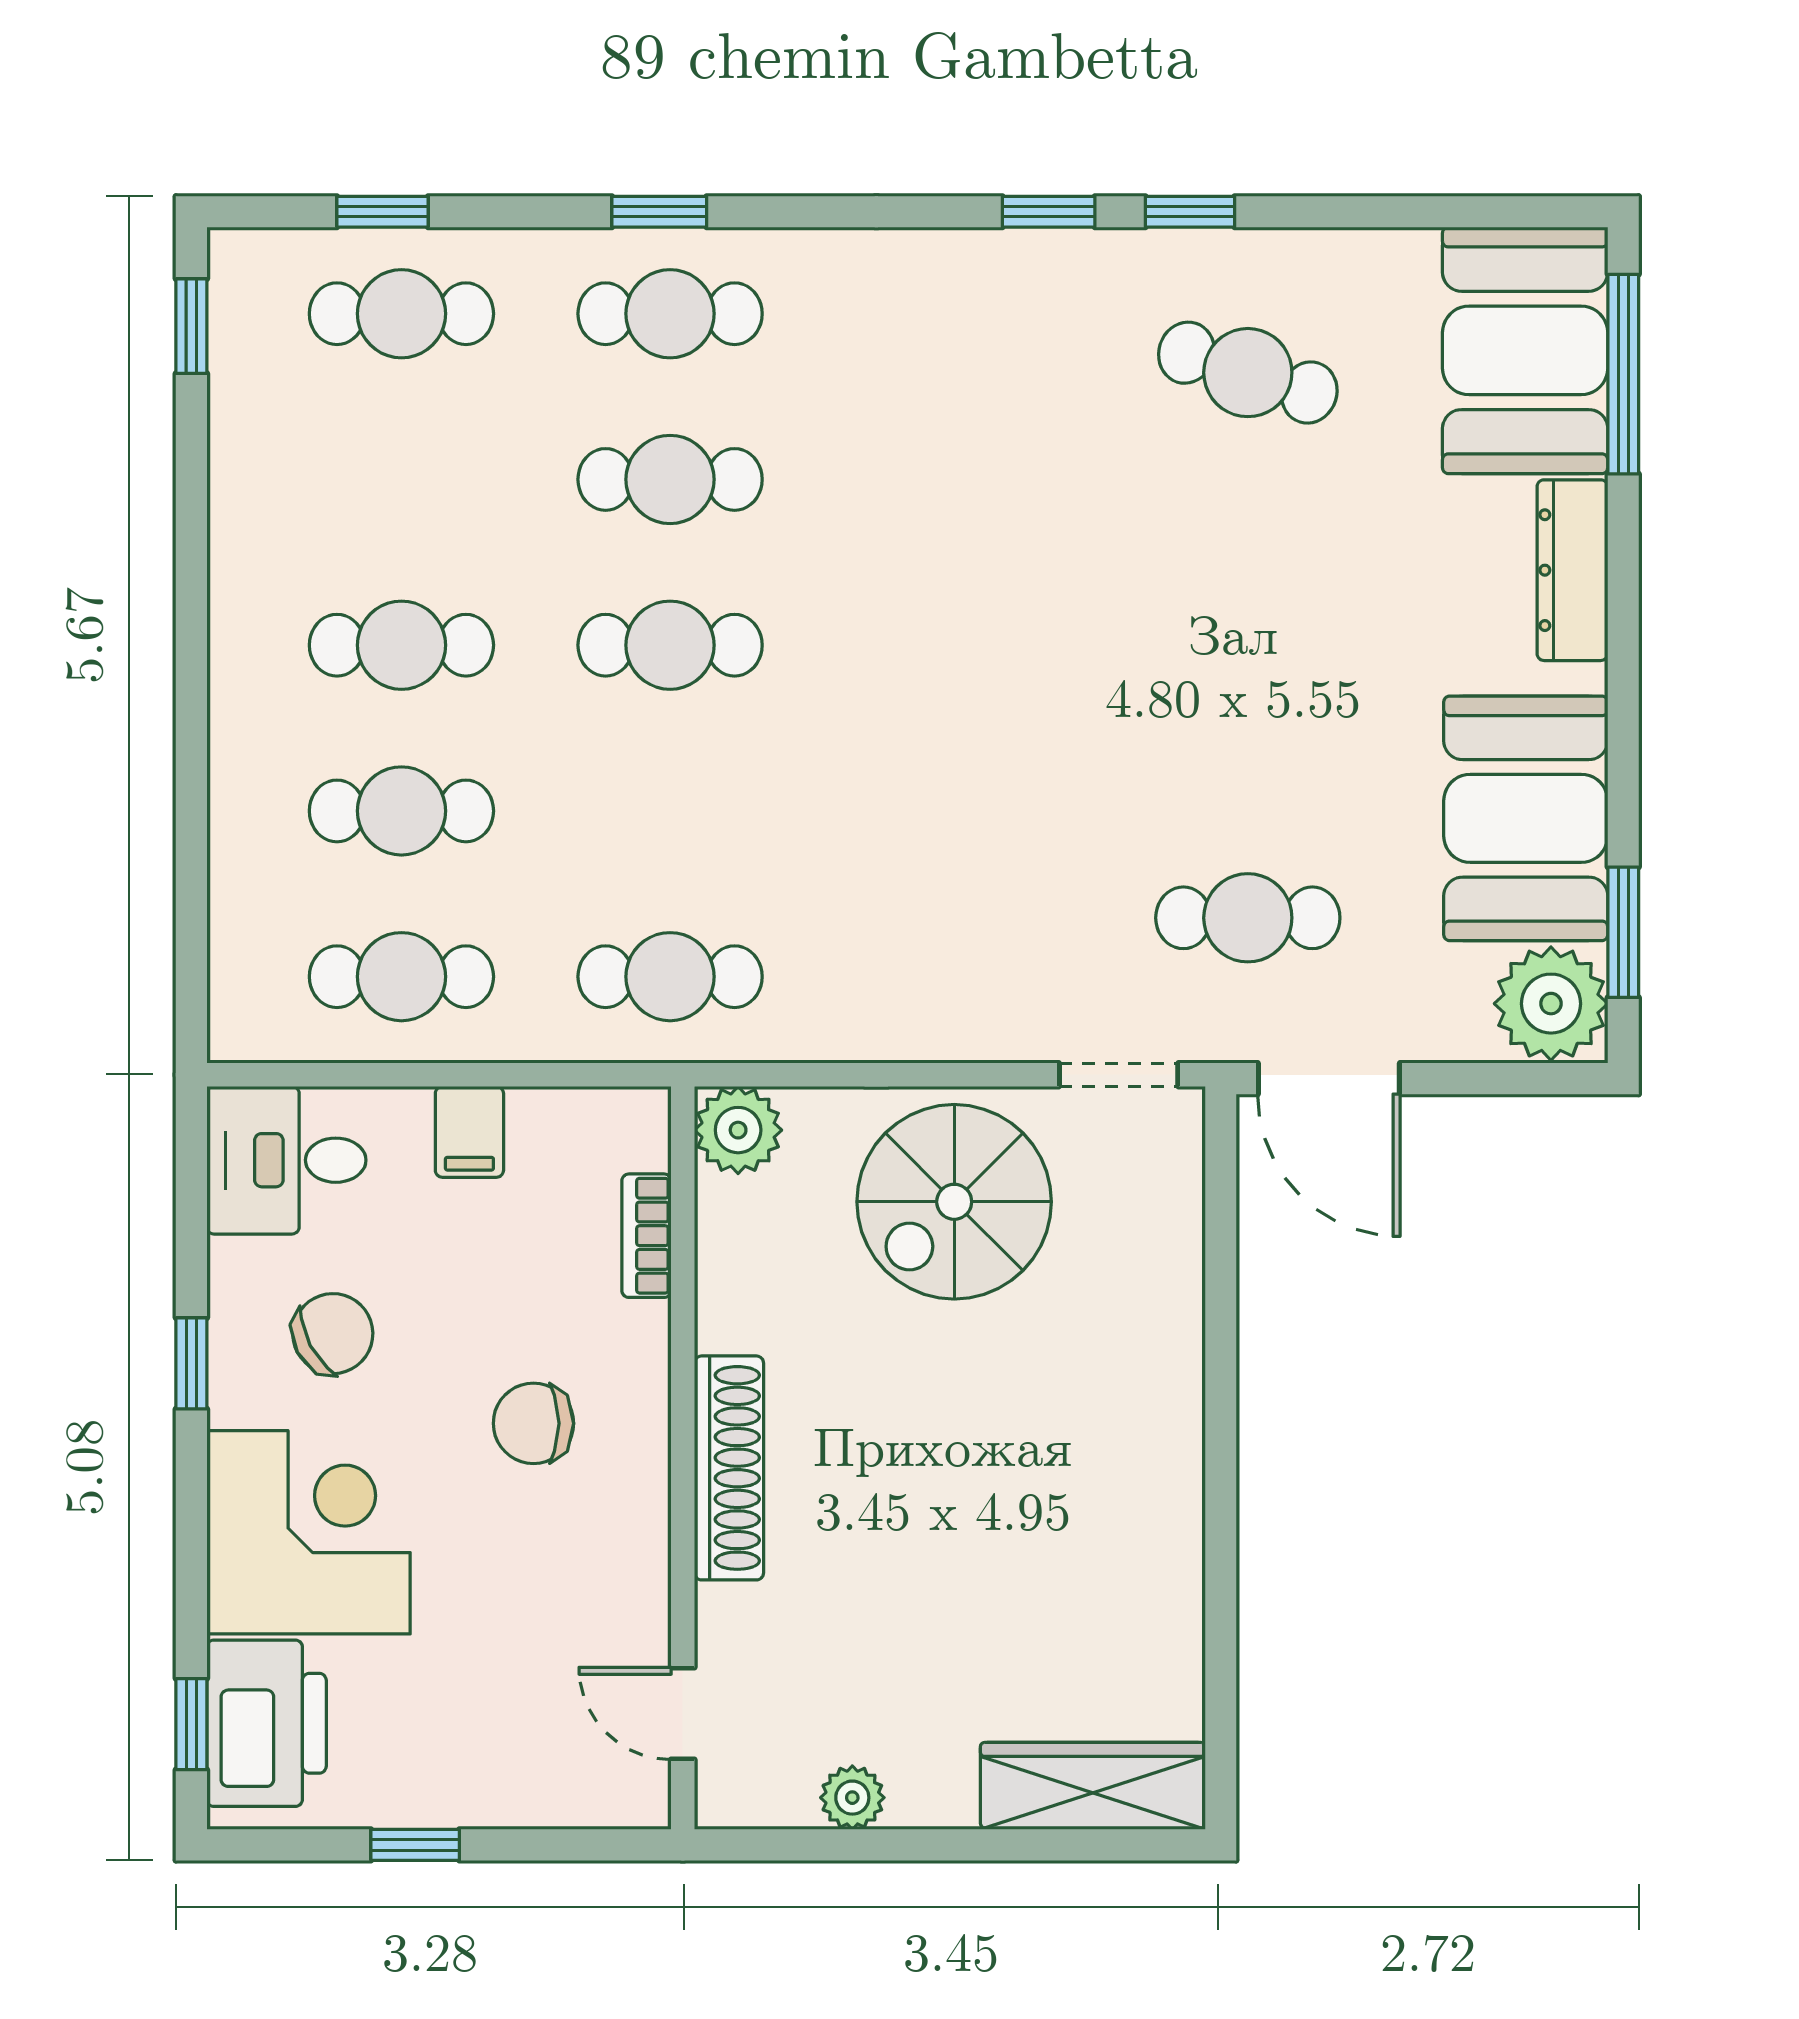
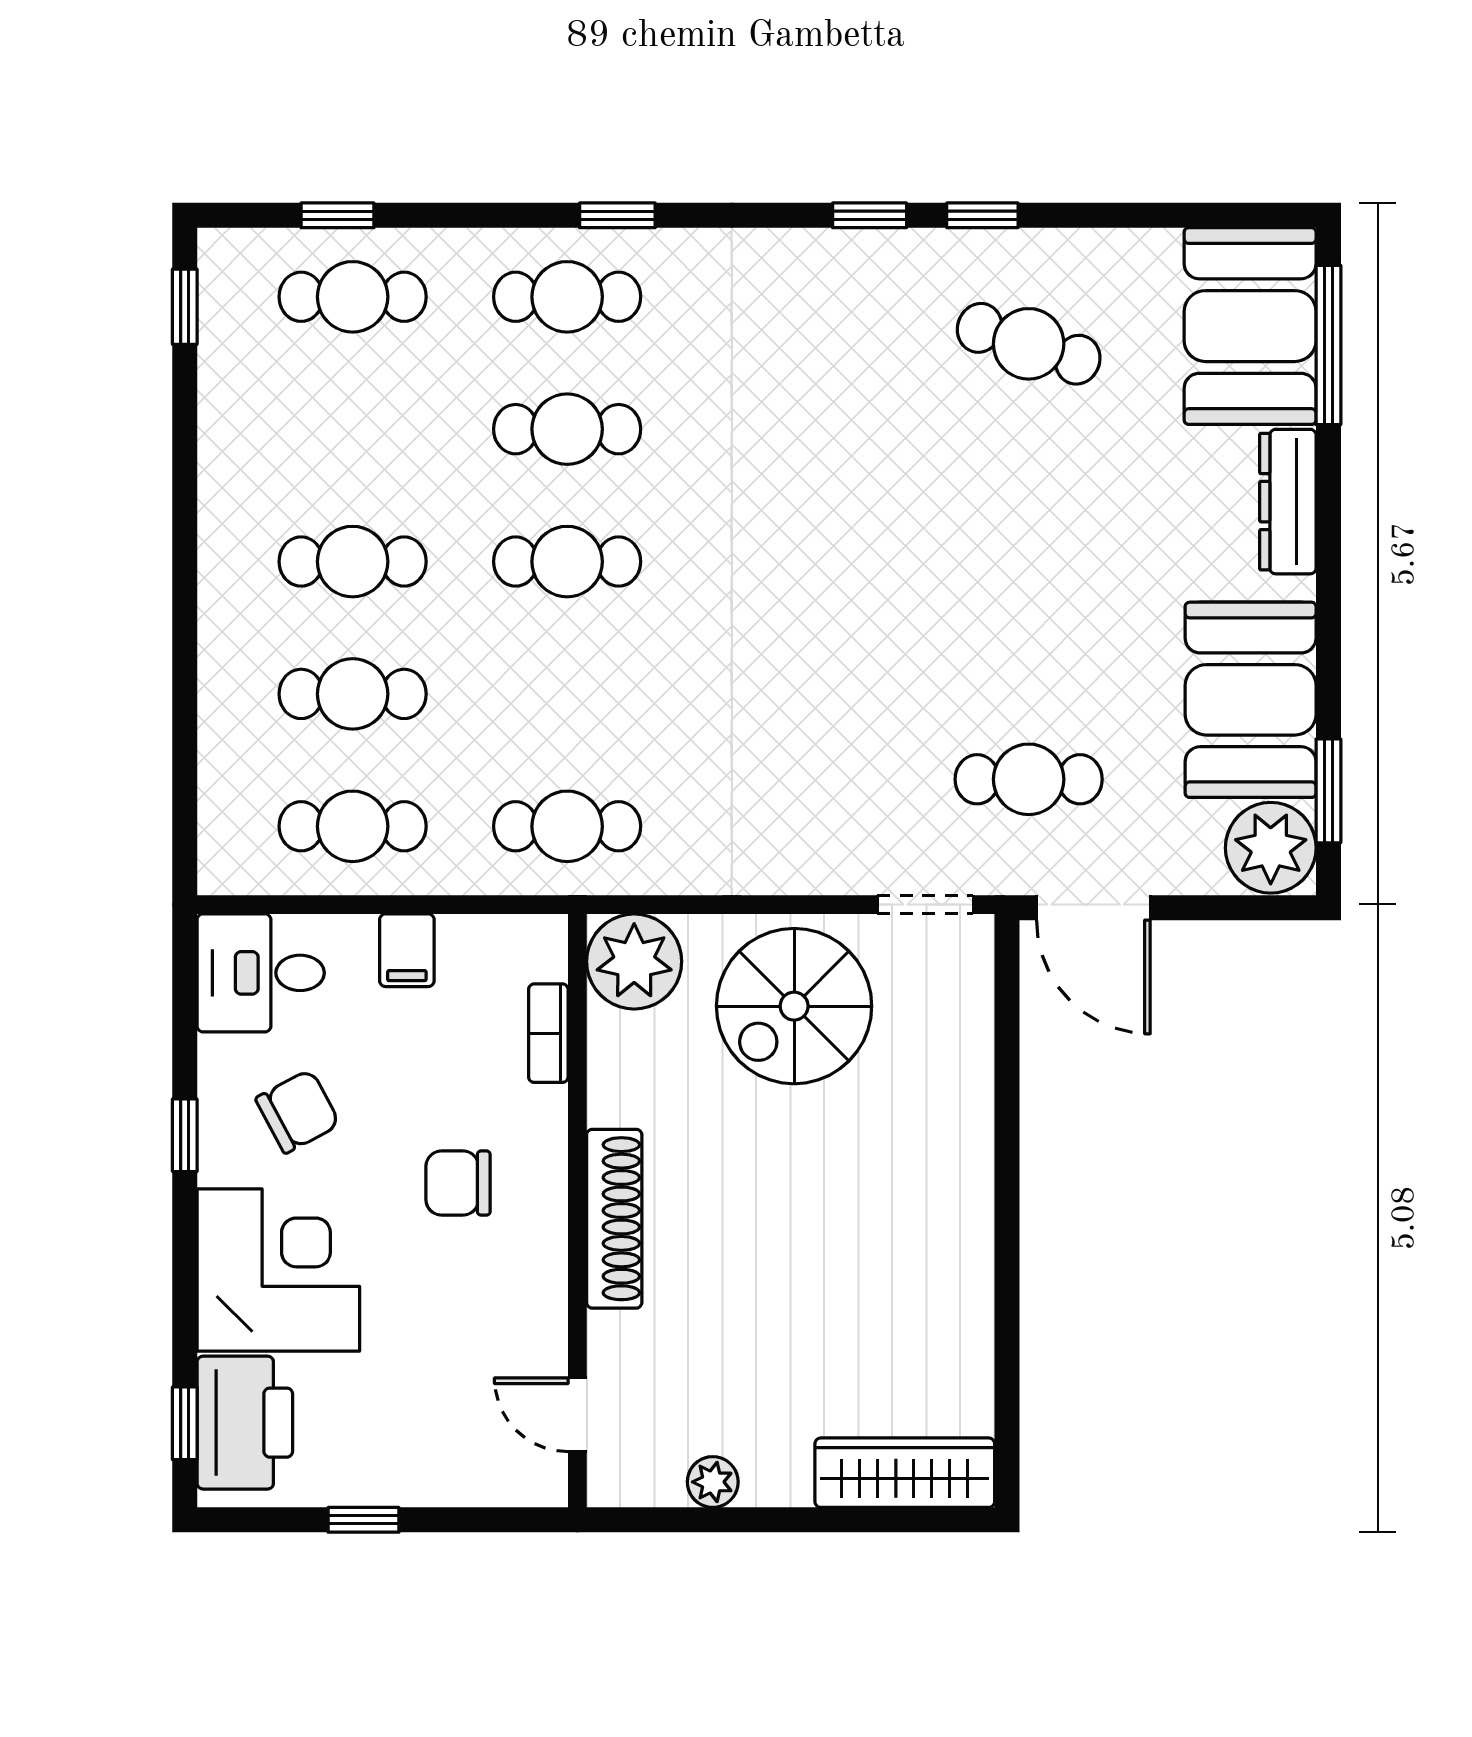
window: (659, 212) -> (617, 215), moved
plant: (738, 1130) -> (634, 961), width x1.36, depth x1.36

